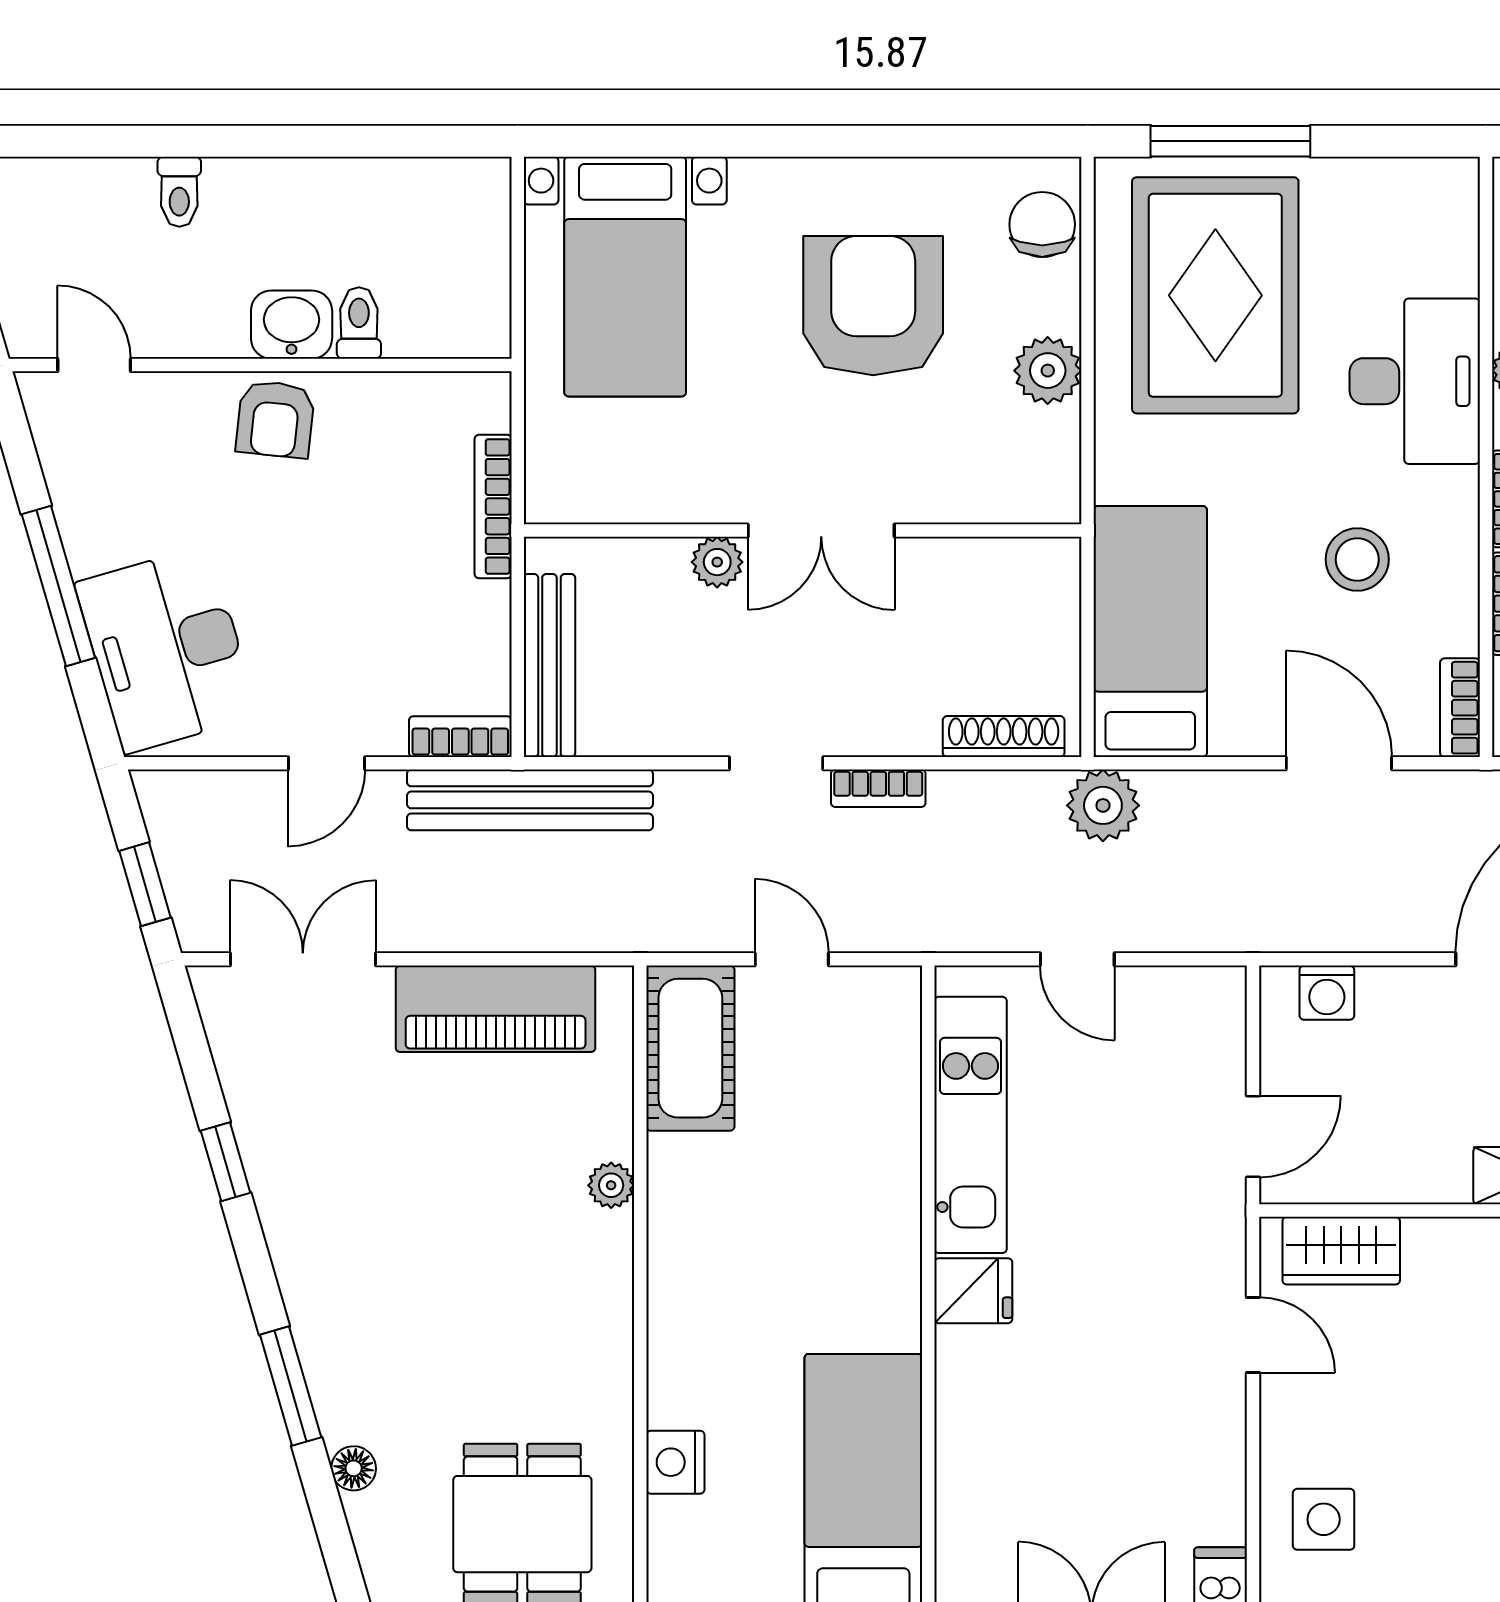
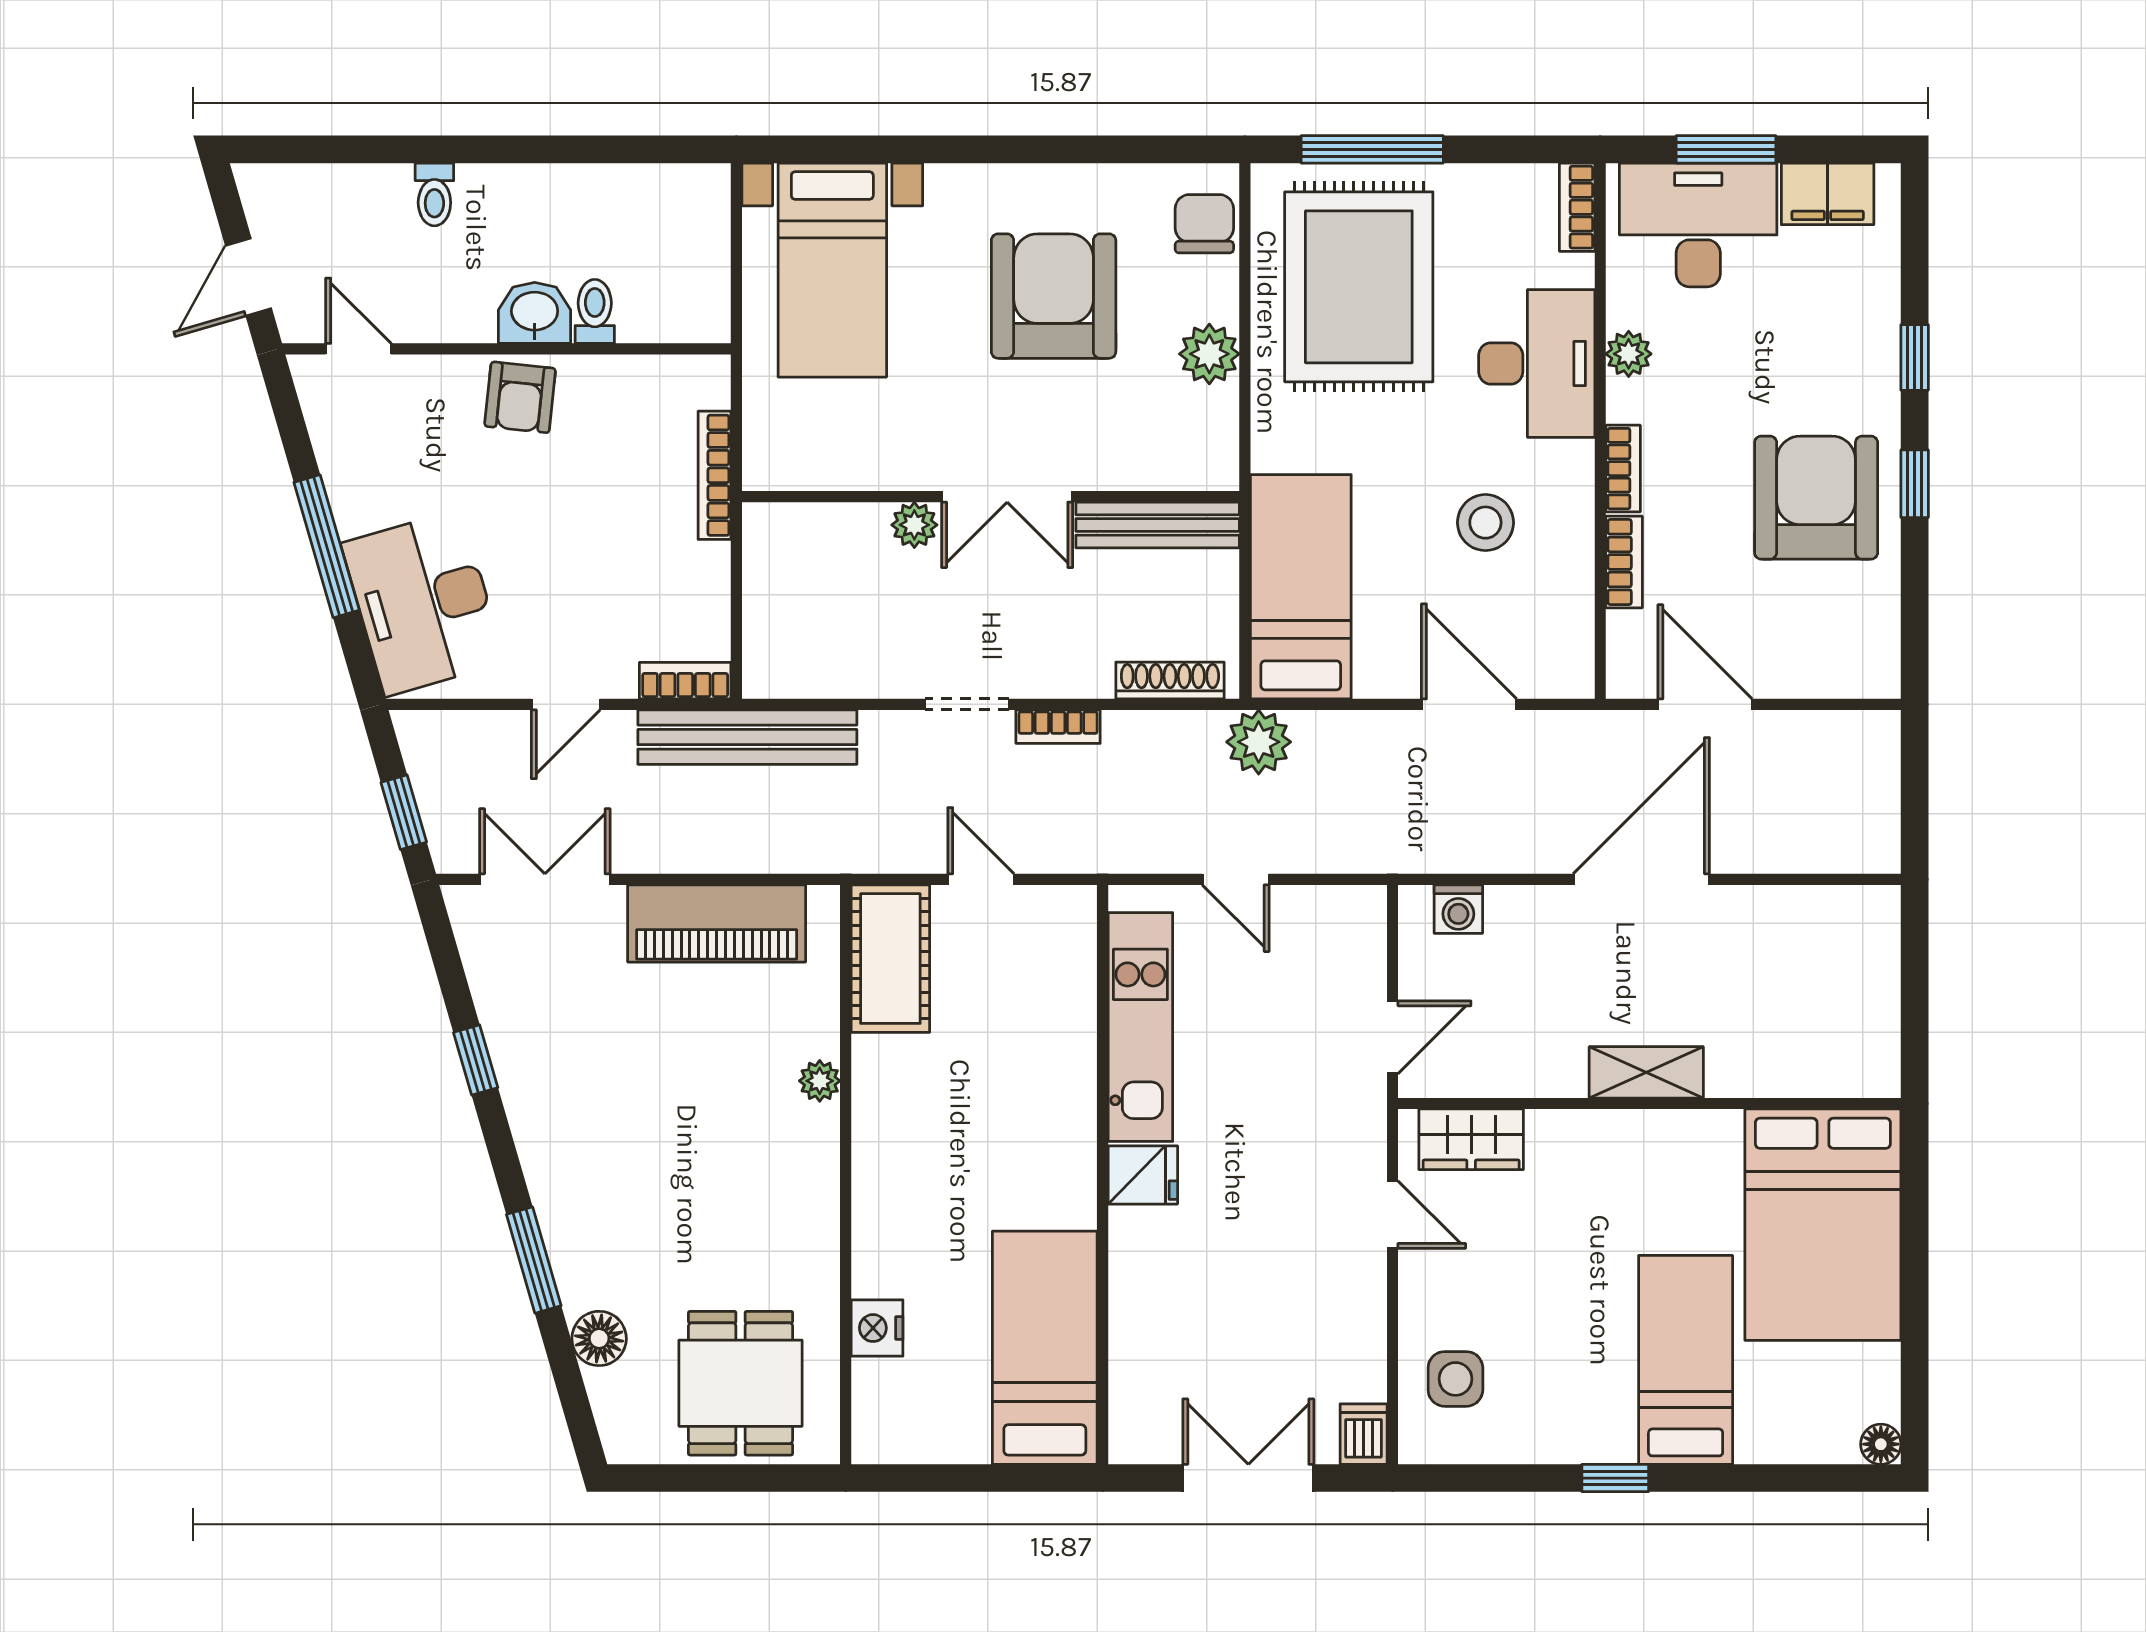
bench: (549, 665) -> (1158, 525), moved, turned 90
bookcase: (1460, 708) -> (1577, 207), moved
floor lamp: (354, 1468) -> (599, 1338), width x1.37, depth x1.37

